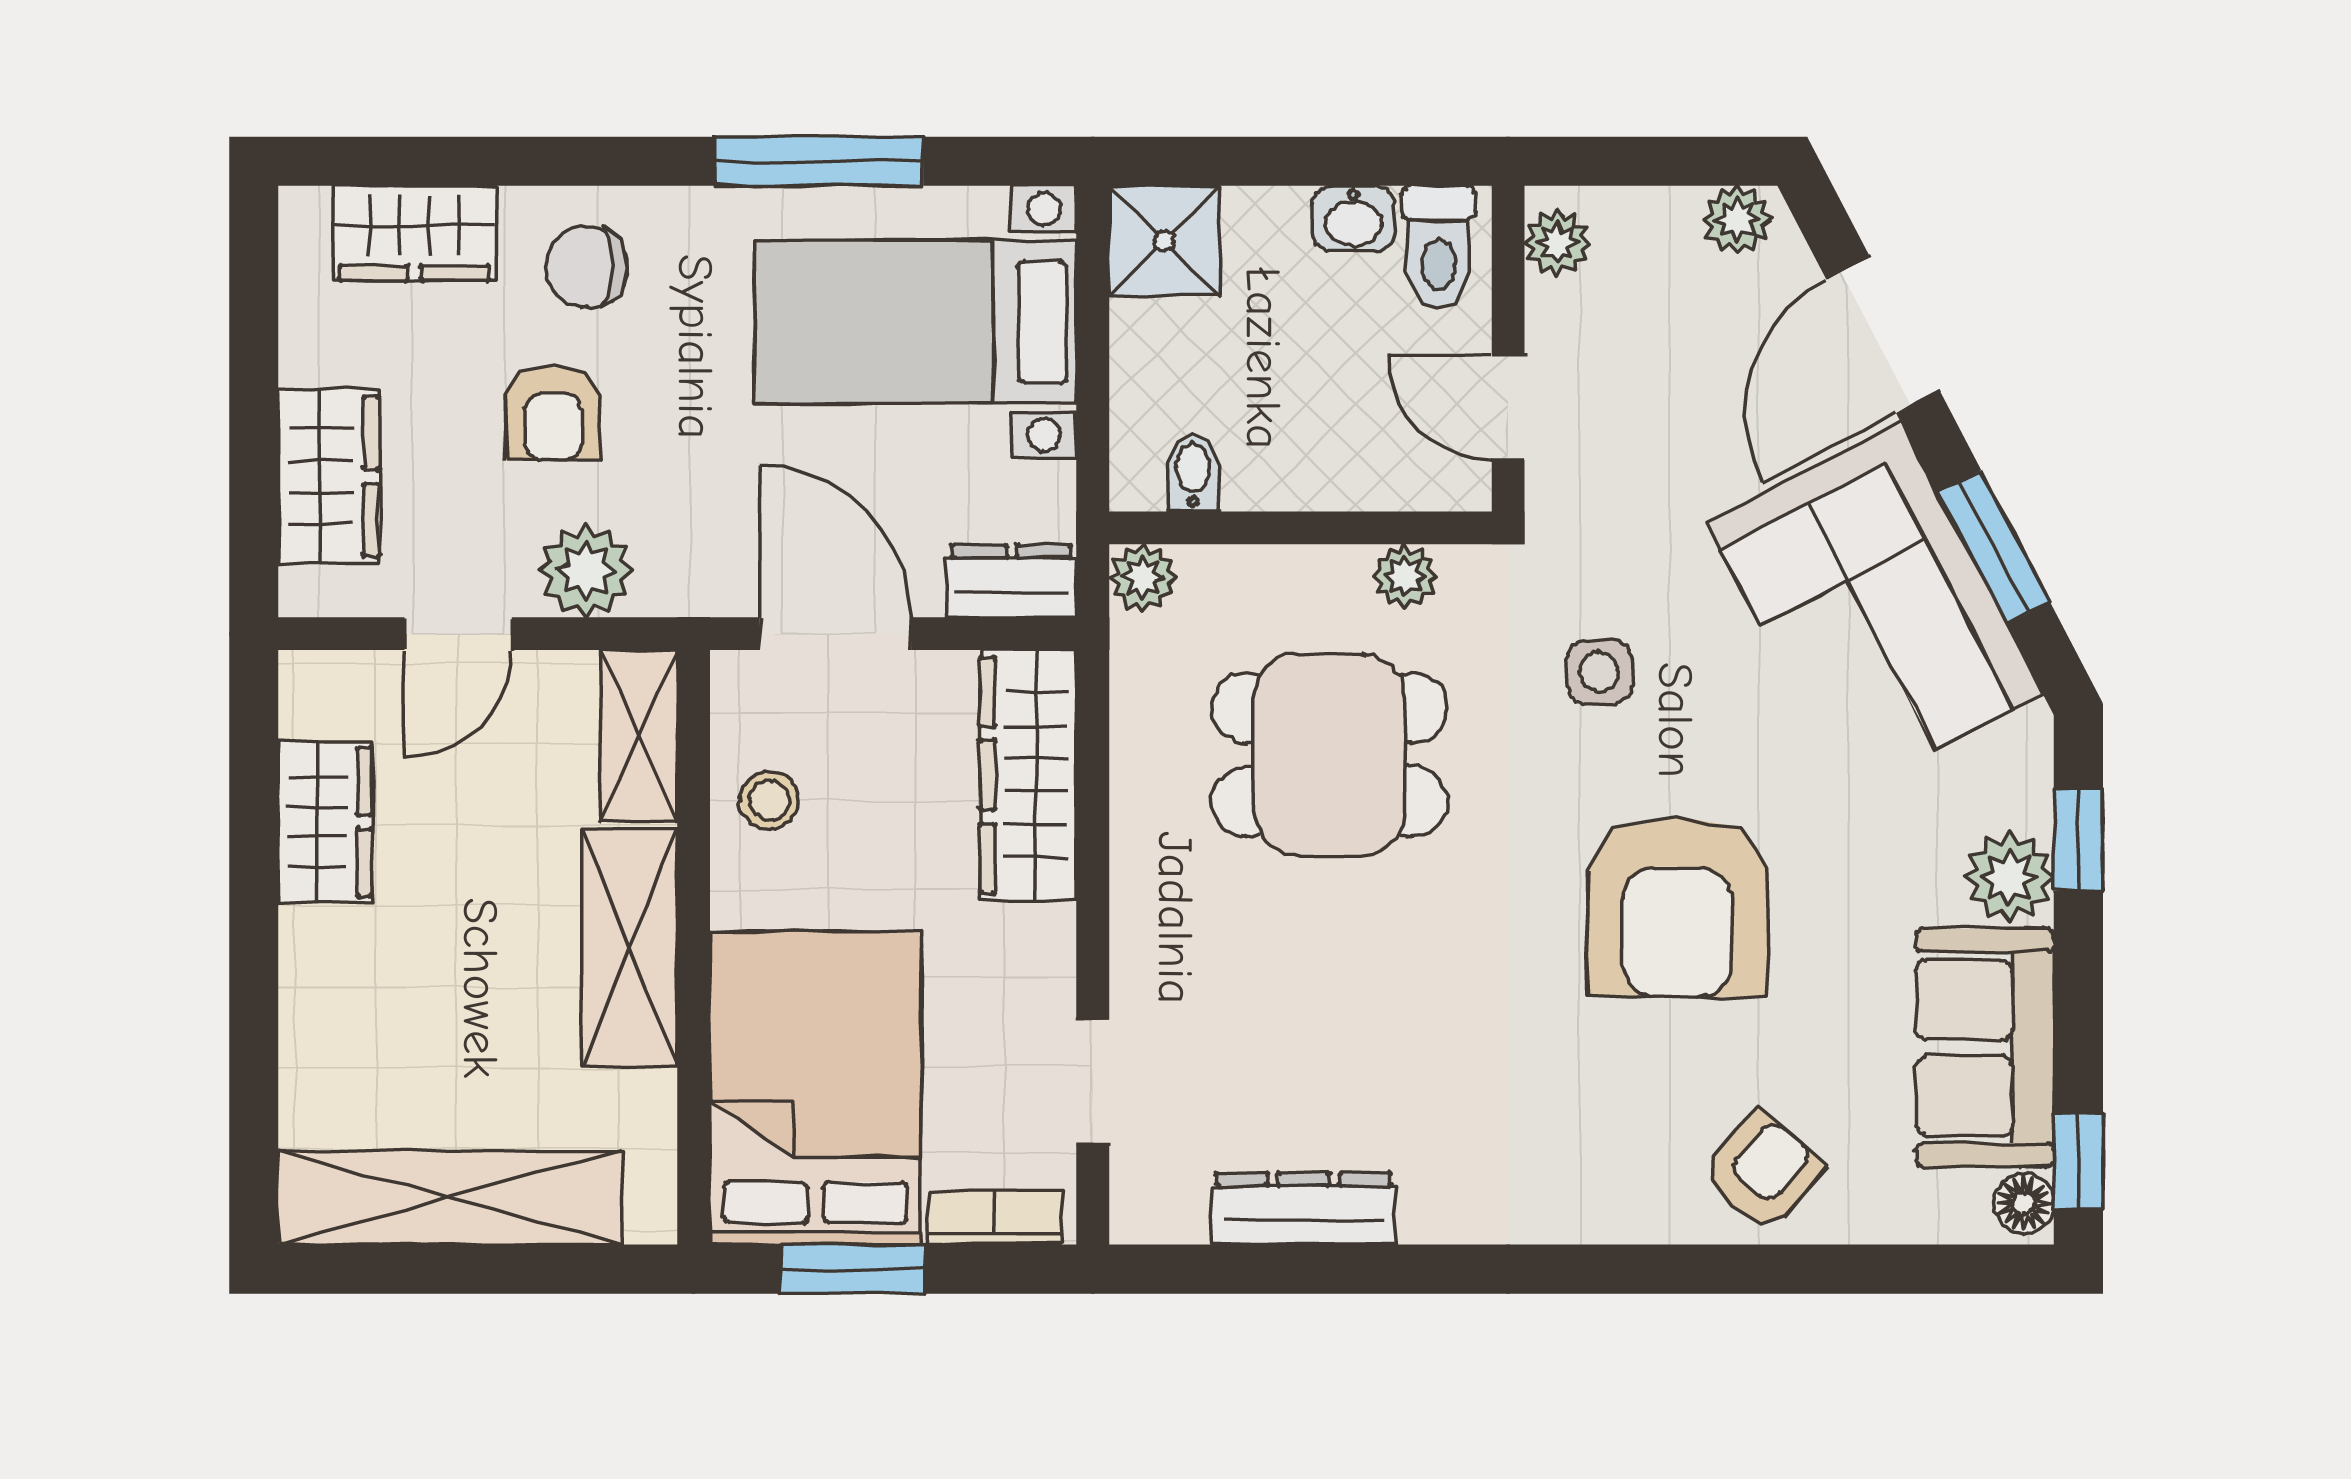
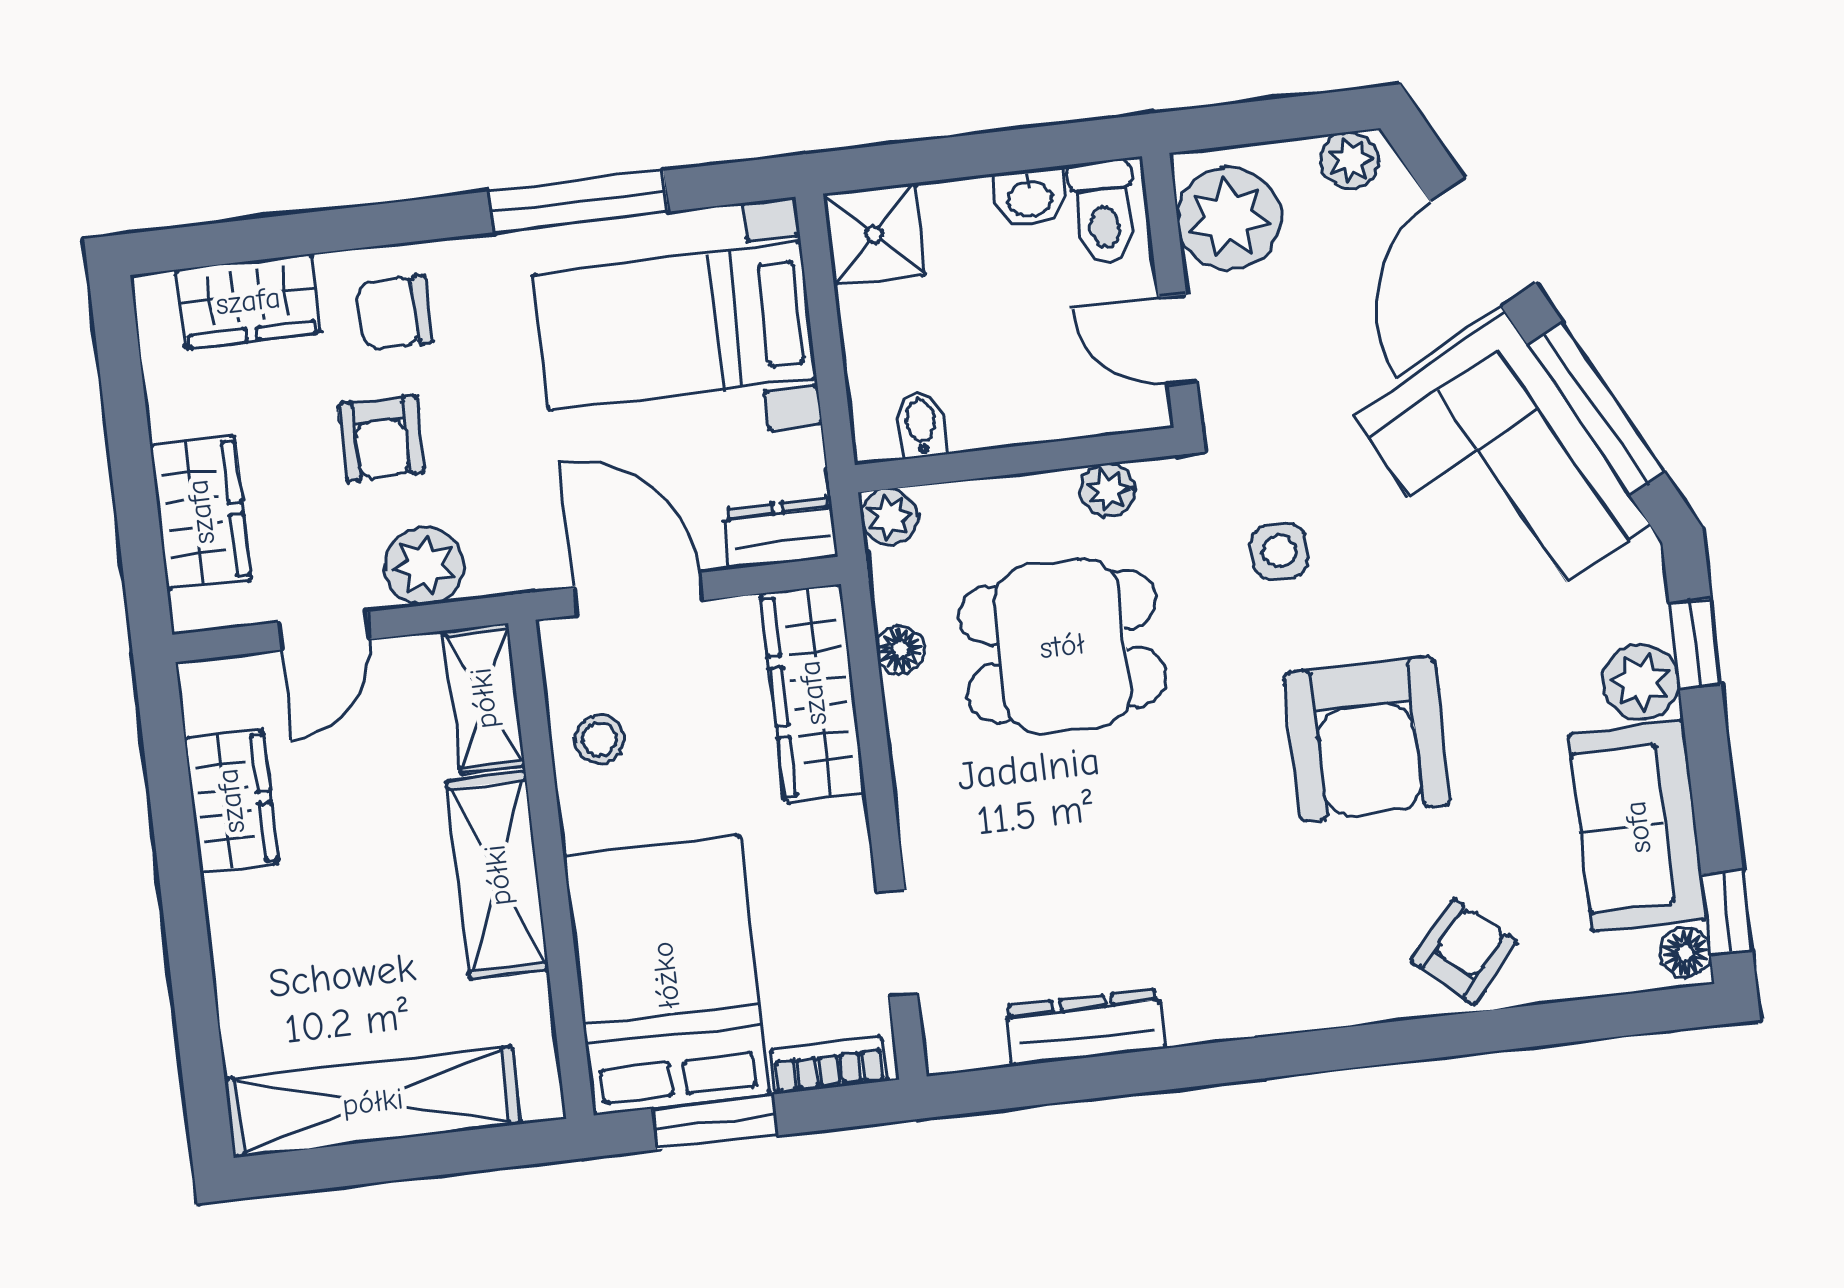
plant: (1557, 243) -> (1229, 218), width x1.87, depth x1.87
window: (1994, 547) -> (1596, 408), width x1.44
floor lamp: (1138, 736) -> (900, 649), added

